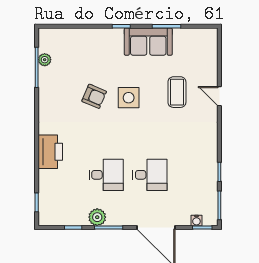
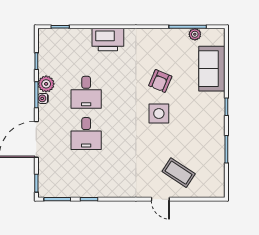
sofa: (148, 42) -> (212, 69), moved
coffee table: (177, 92) -> (179, 173), moved, turned 33
door: (219, 96) -> (160, 199), swing flipped
water cooler: (196, 220) -> (43, 98), moved

